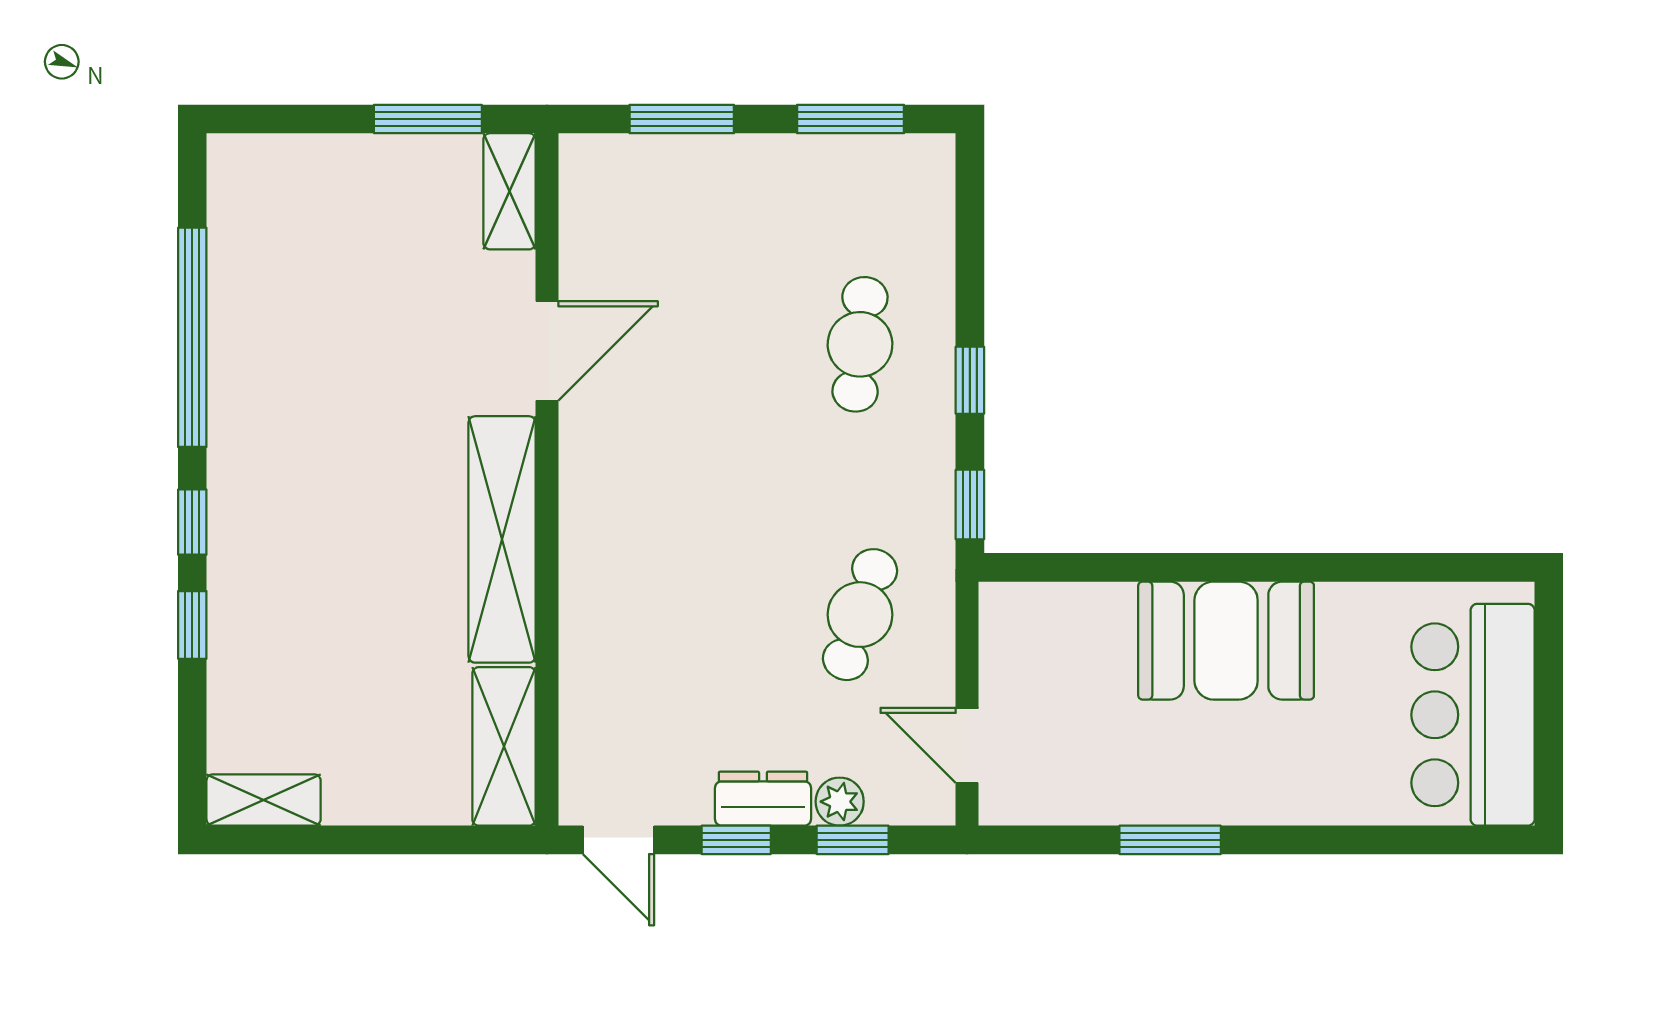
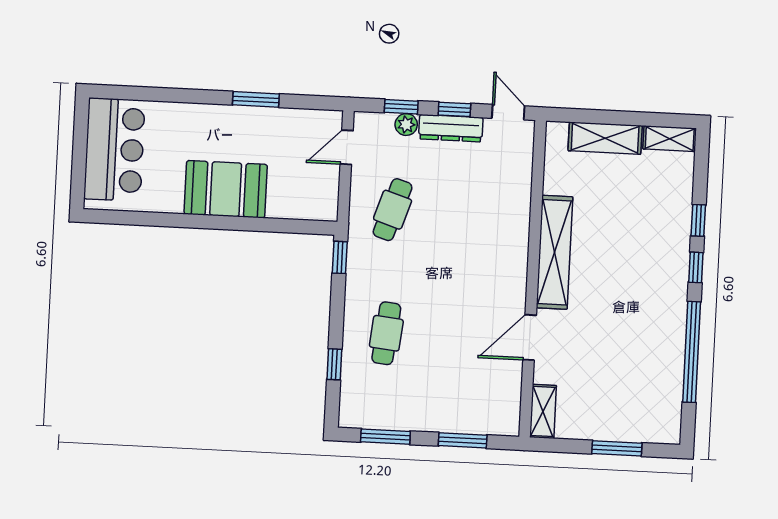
window: (428, 119) -> (617, 448), moved
window: (970, 380) -> (334, 364), moved
door: (967, 745) -> (347, 147), swing flipped
shelving: (504, 746) -> (605, 138), moved, turned 90
dresser: (763, 799) -> (451, 128), width x1.44

